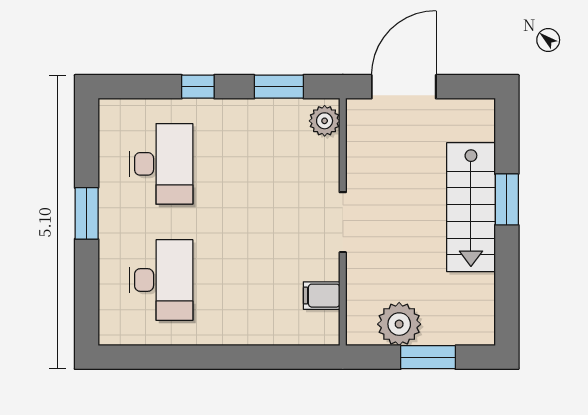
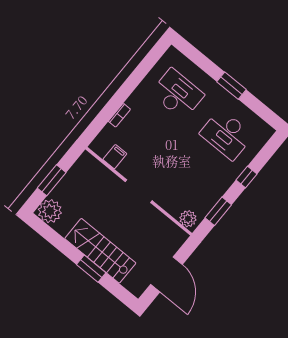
door: (404, 87) -> (166, 274), moved
desk: (161, 280) -> (177, 94), turned 180
plant: (399, 324) -> (50, 211), moved
bookcase: (258, 337) -> (119, 115), added

